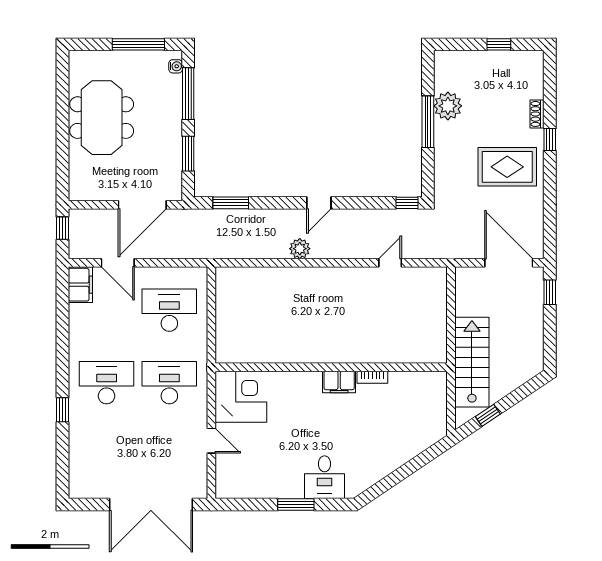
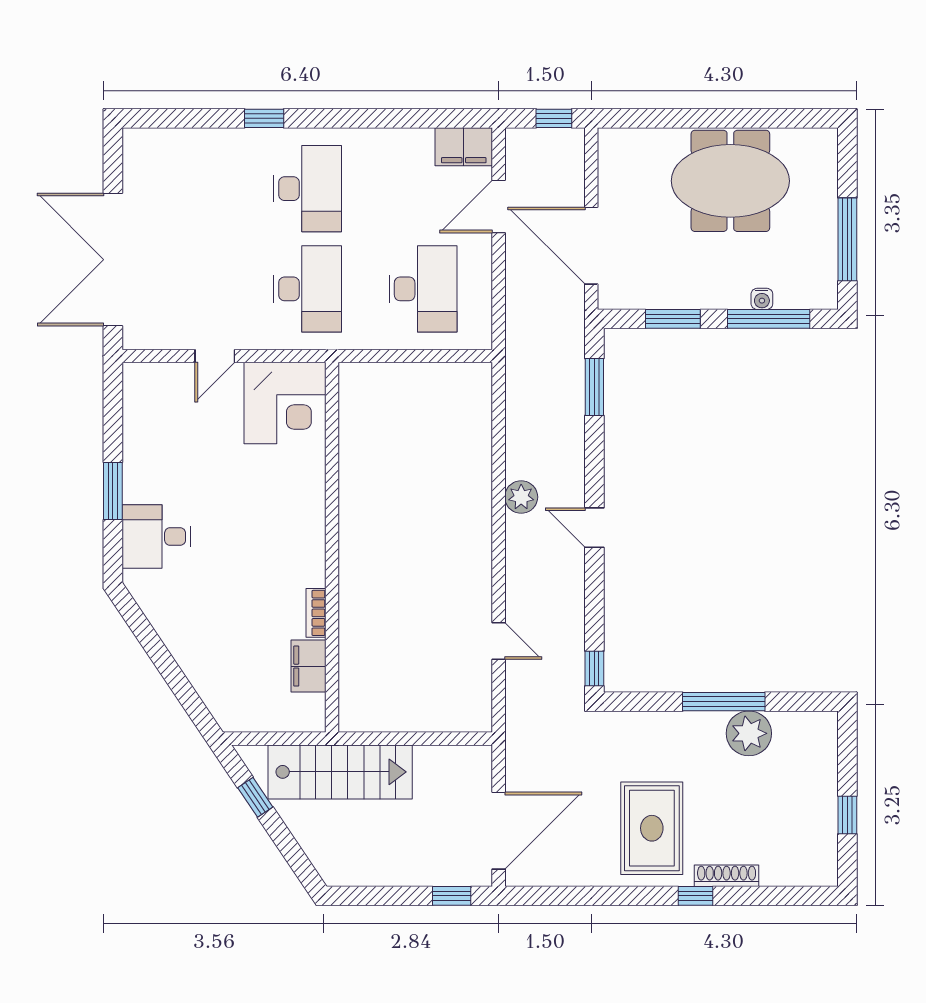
water cooler: (176, 66) -> (762, 299), moved
shoe rack: (537, 114) -> (727, 876), width x1.43
filing cabinet: (339, 382) -> (308, 666), moved

